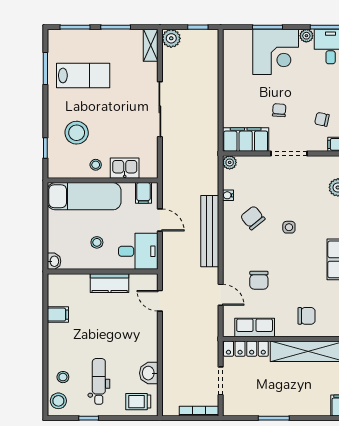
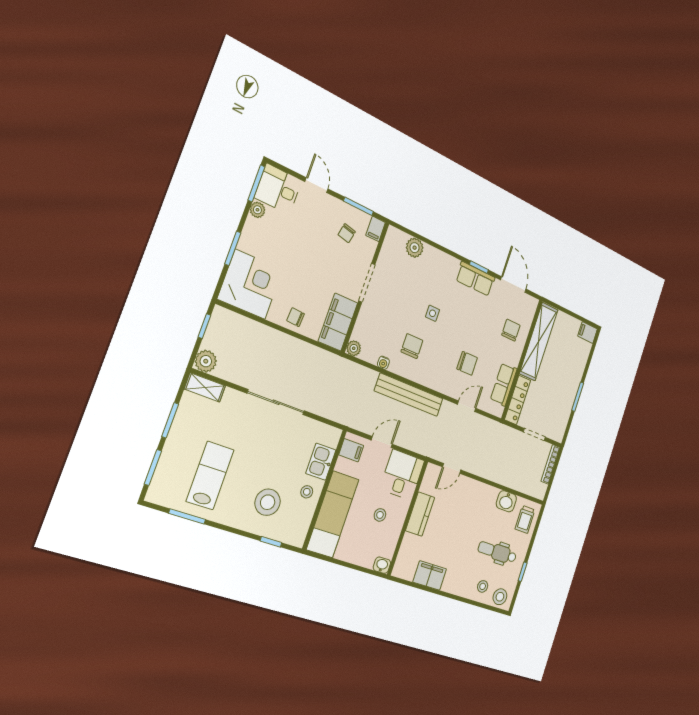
corner desk: (276, 52) -> (250, 284), moved
chair: (279, 110) -> (296, 317), moved
chair: (253, 218) -> (412, 346), turned 129
filing cabinet: (58, 315) -> (430, 575), width x2.00

